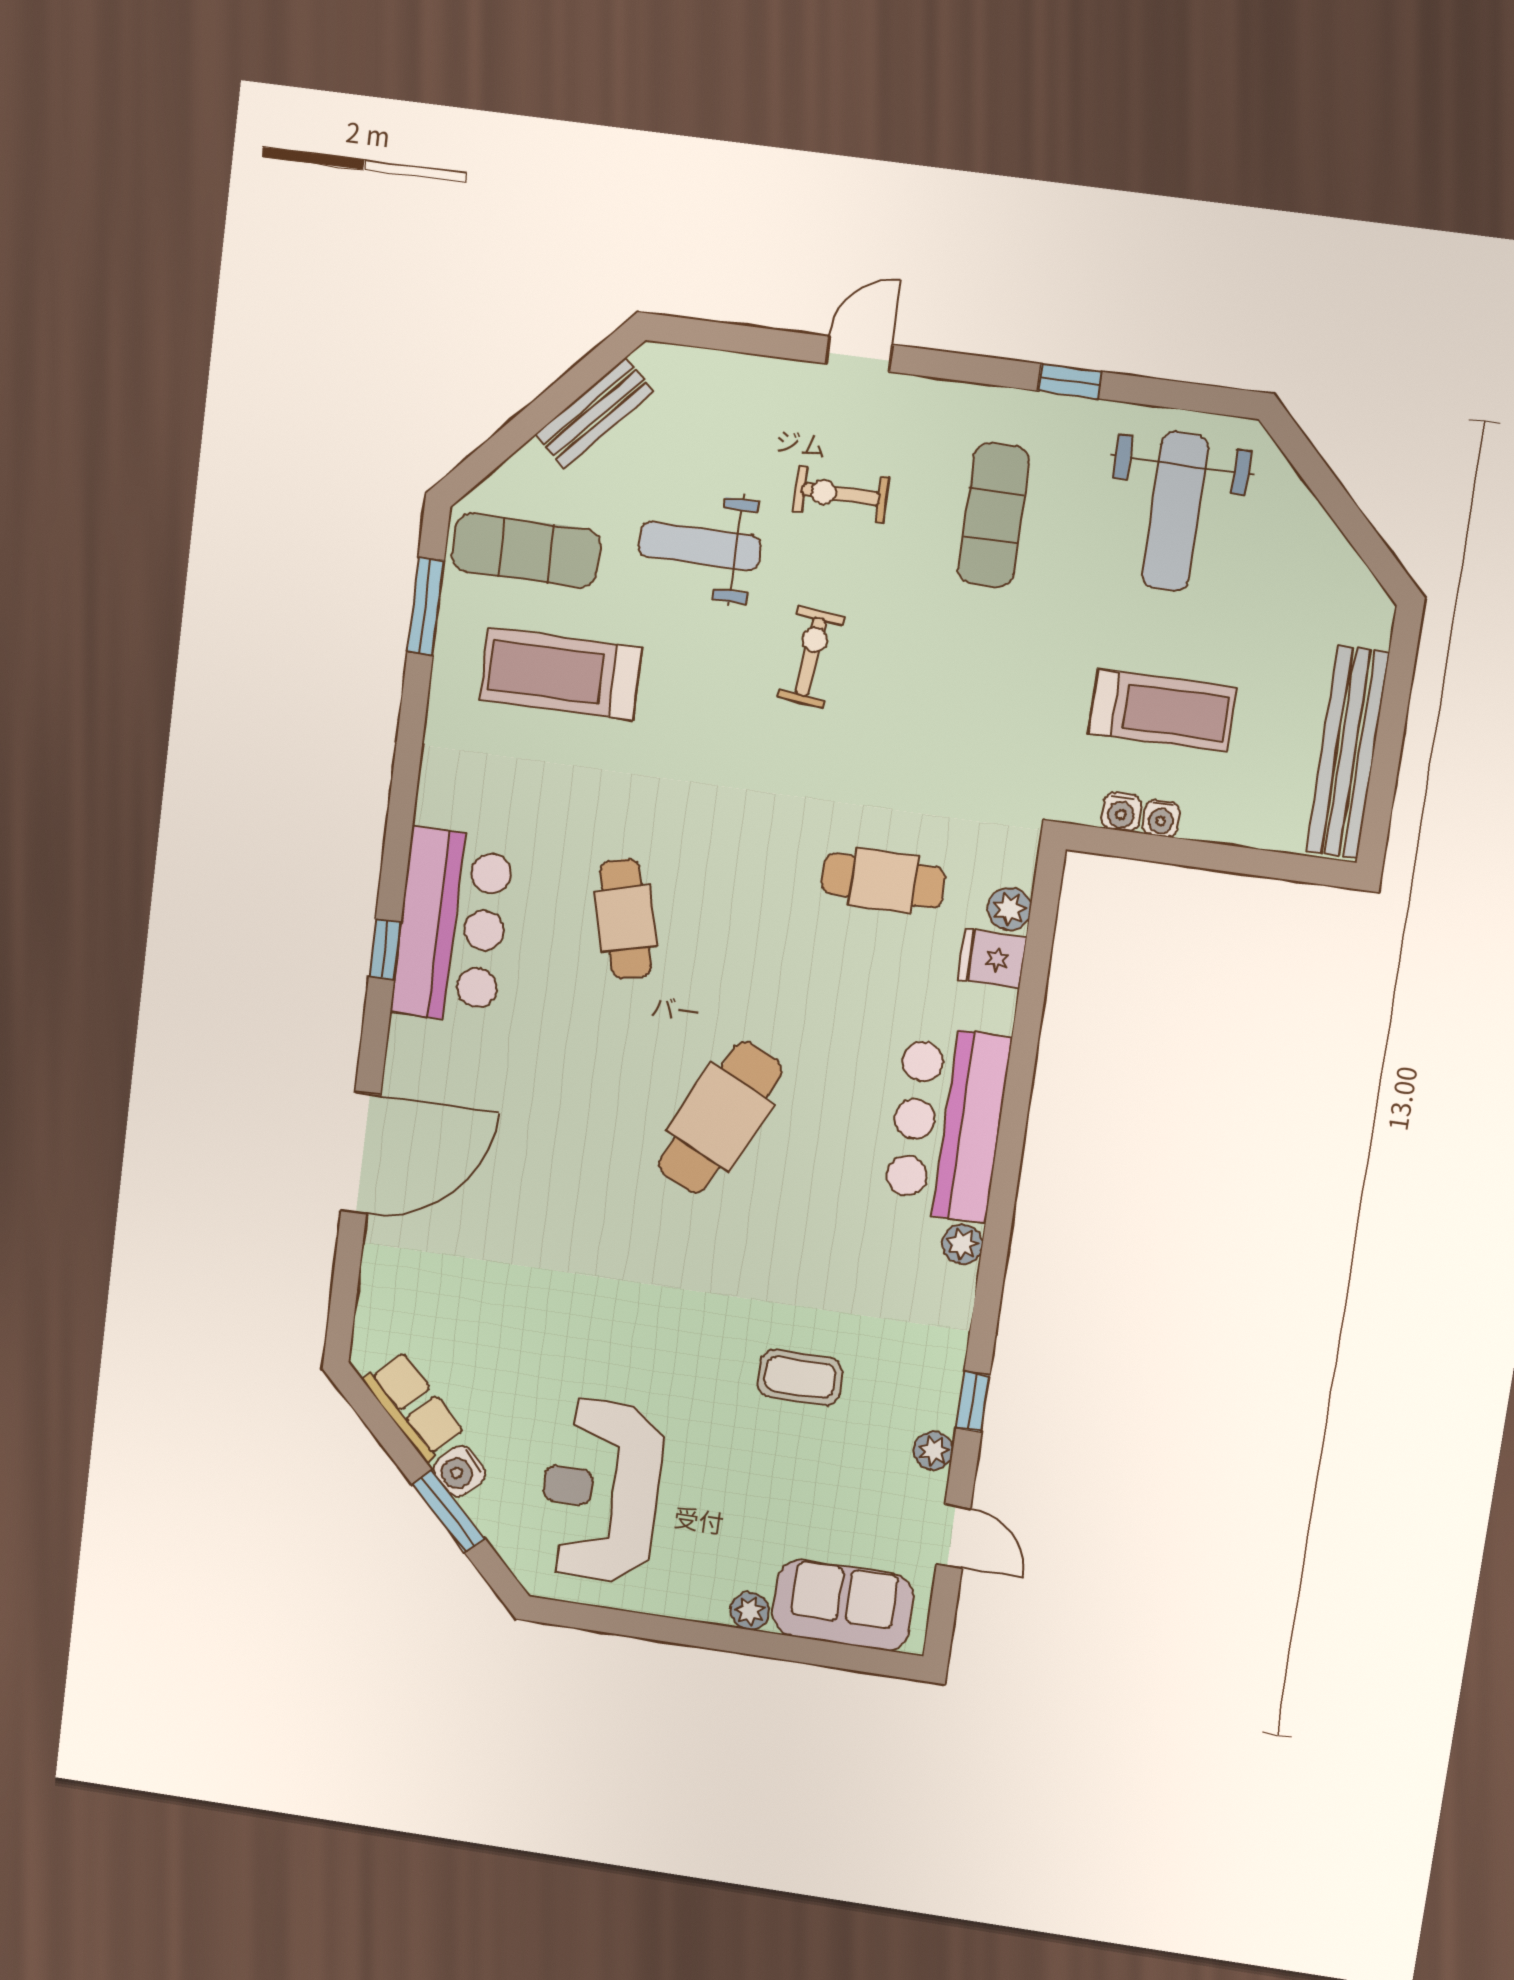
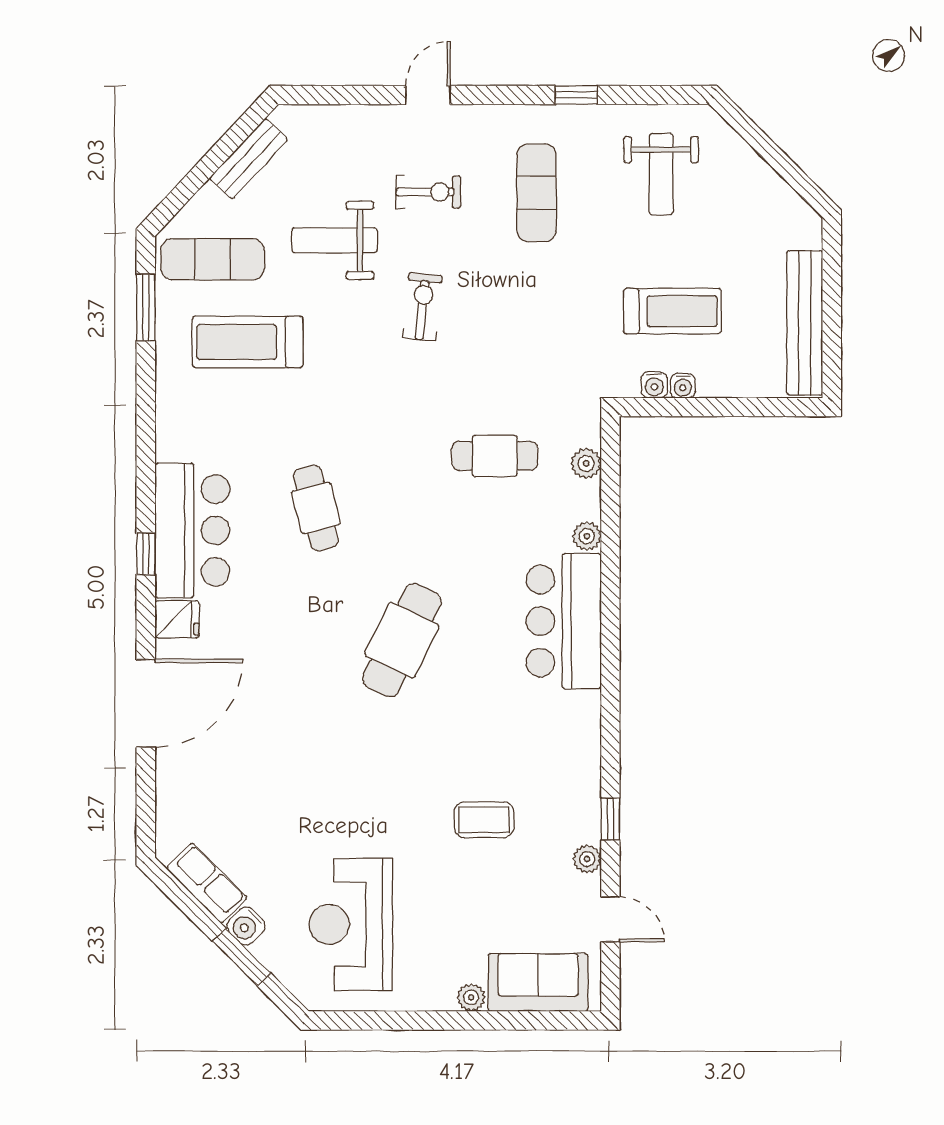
exercise bike: (841, 494) -> (428, 192), turned 180
weight bench: (1175, 512) -> (661, 174), width x0.73, depth x0.75
fridge: (992, 959) -> (177, 619), moved, turned 180
plant: (962, 1244) -> (587, 536), moved

